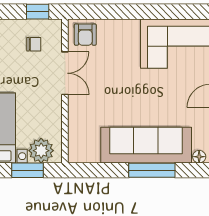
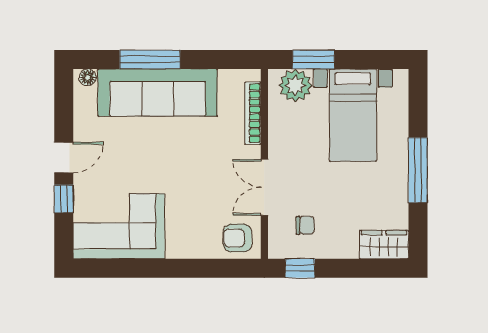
armchair: (85, 35) -> (237, 238), turned -90
chair: (34, 44) -> (305, 225), turned 180
bookcase: (74, 129) -> (253, 113), added

